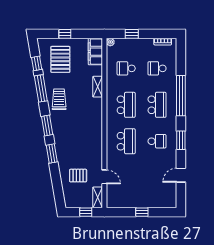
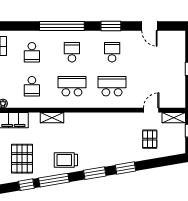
pallet: (60, 59) -> (22, 159), turned 90
school desk: (157, 105) -> (72, 52), width x0.54

